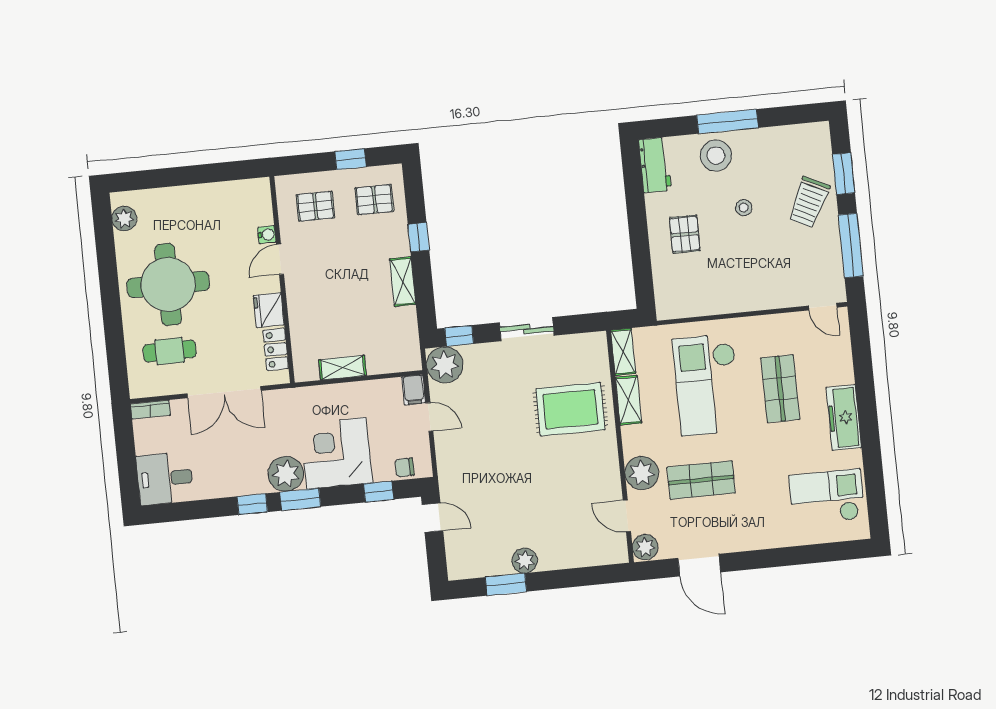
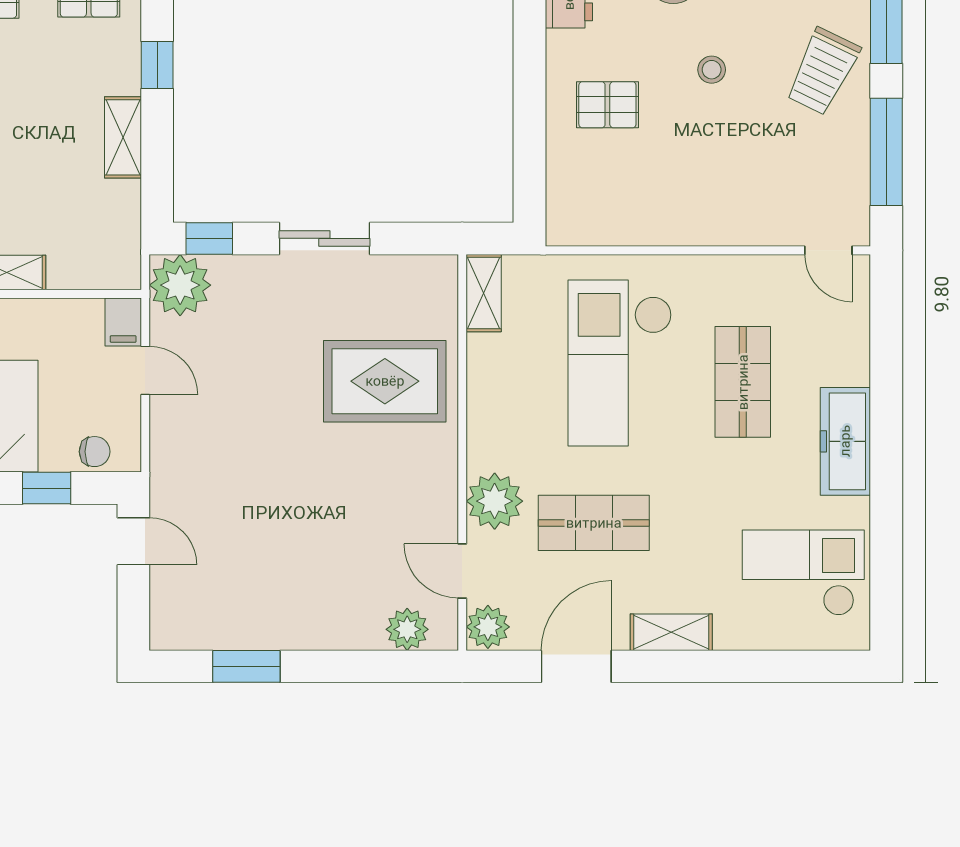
pallet: (685, 234) -> (607, 105), turned 90
shelving: (629, 400) -> (671, 632), moved, turned 90
chair: (404, 467) -> (95, 452), turned 180
plant: (525, 561) -> (407, 629), moved
door: (699, 565) -> (576, 666), swing flipped

